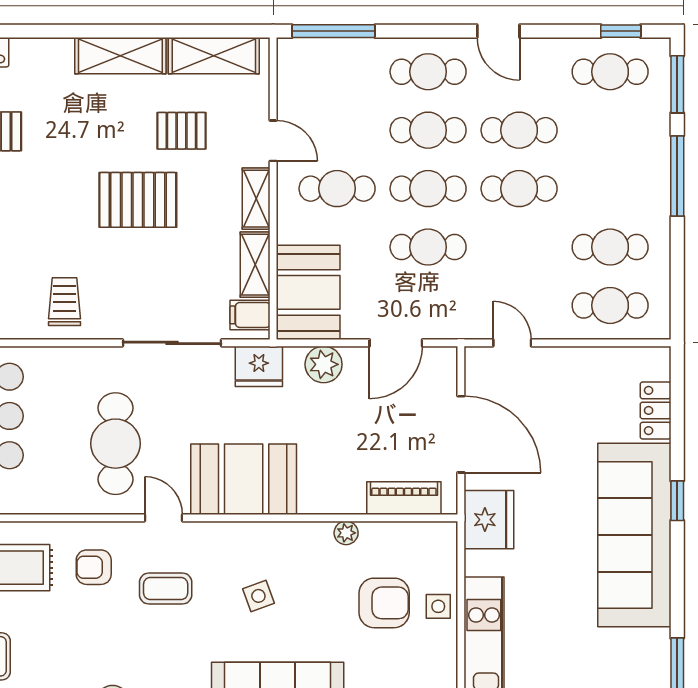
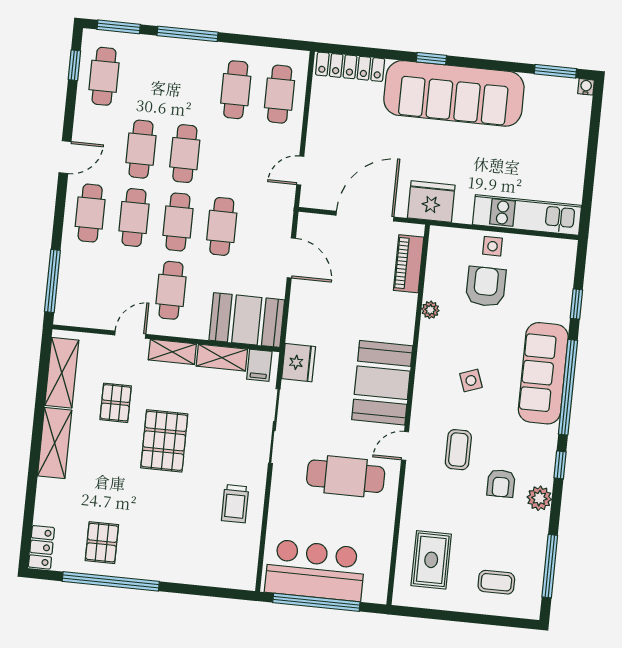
trolley: (65, 302) -> (235, 504), turned -90
plant: (324, 364) -> (302, 314), removed
locker: (656, 410) -> (350, 67), width x1.53
armchair: (94, 567) -> (501, 483), moved

